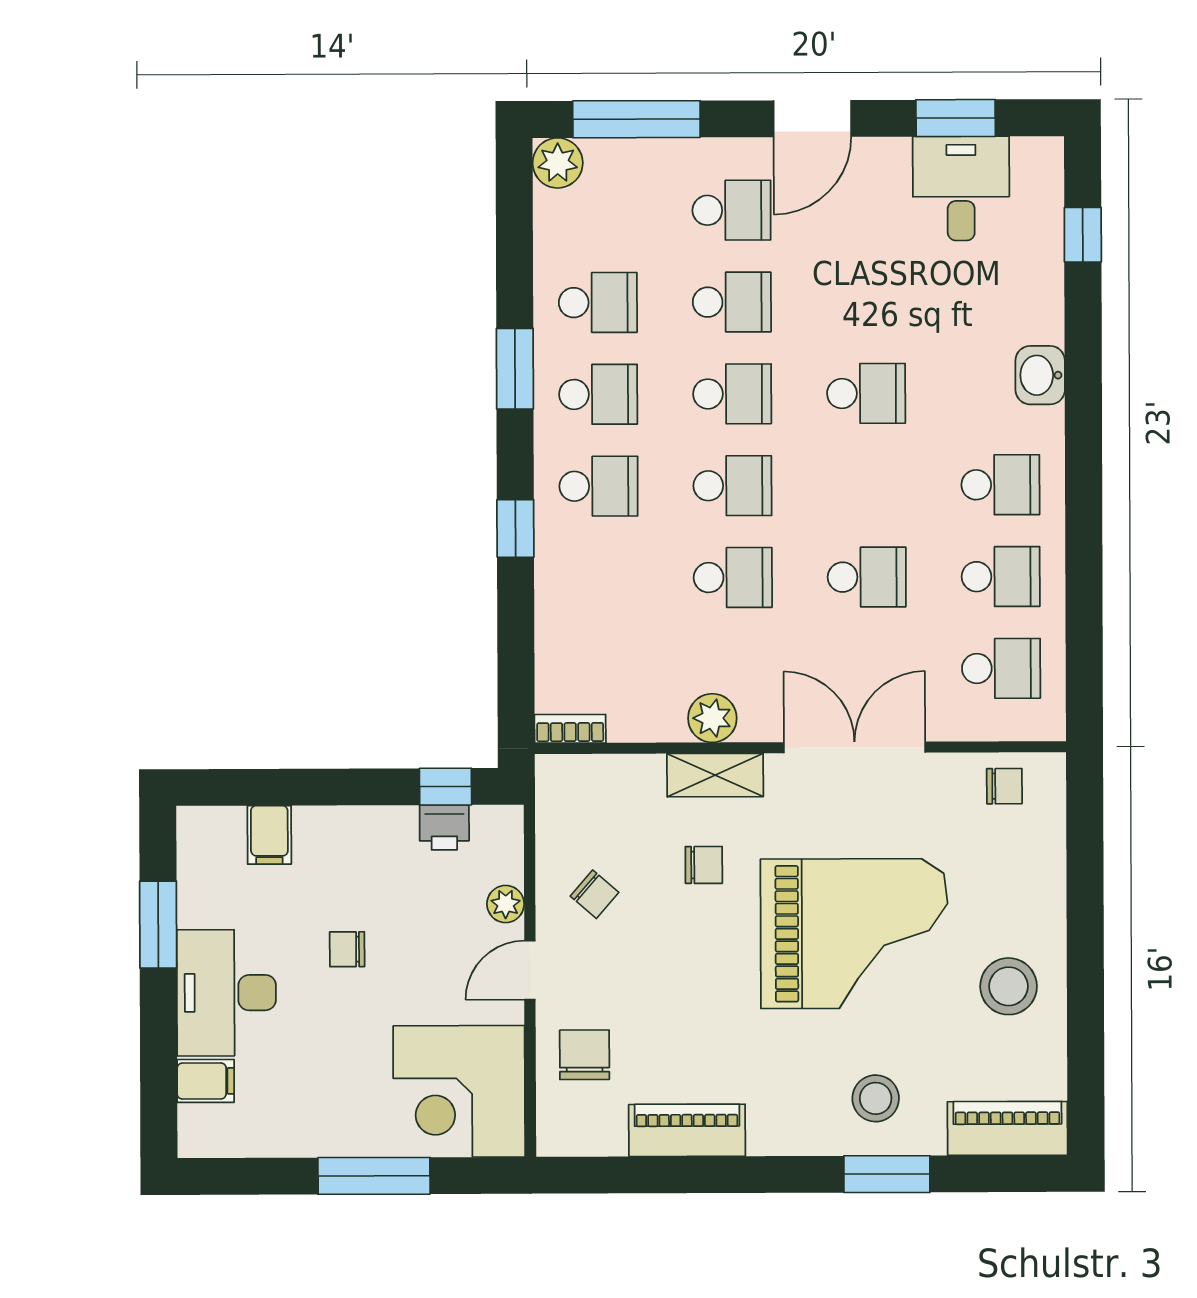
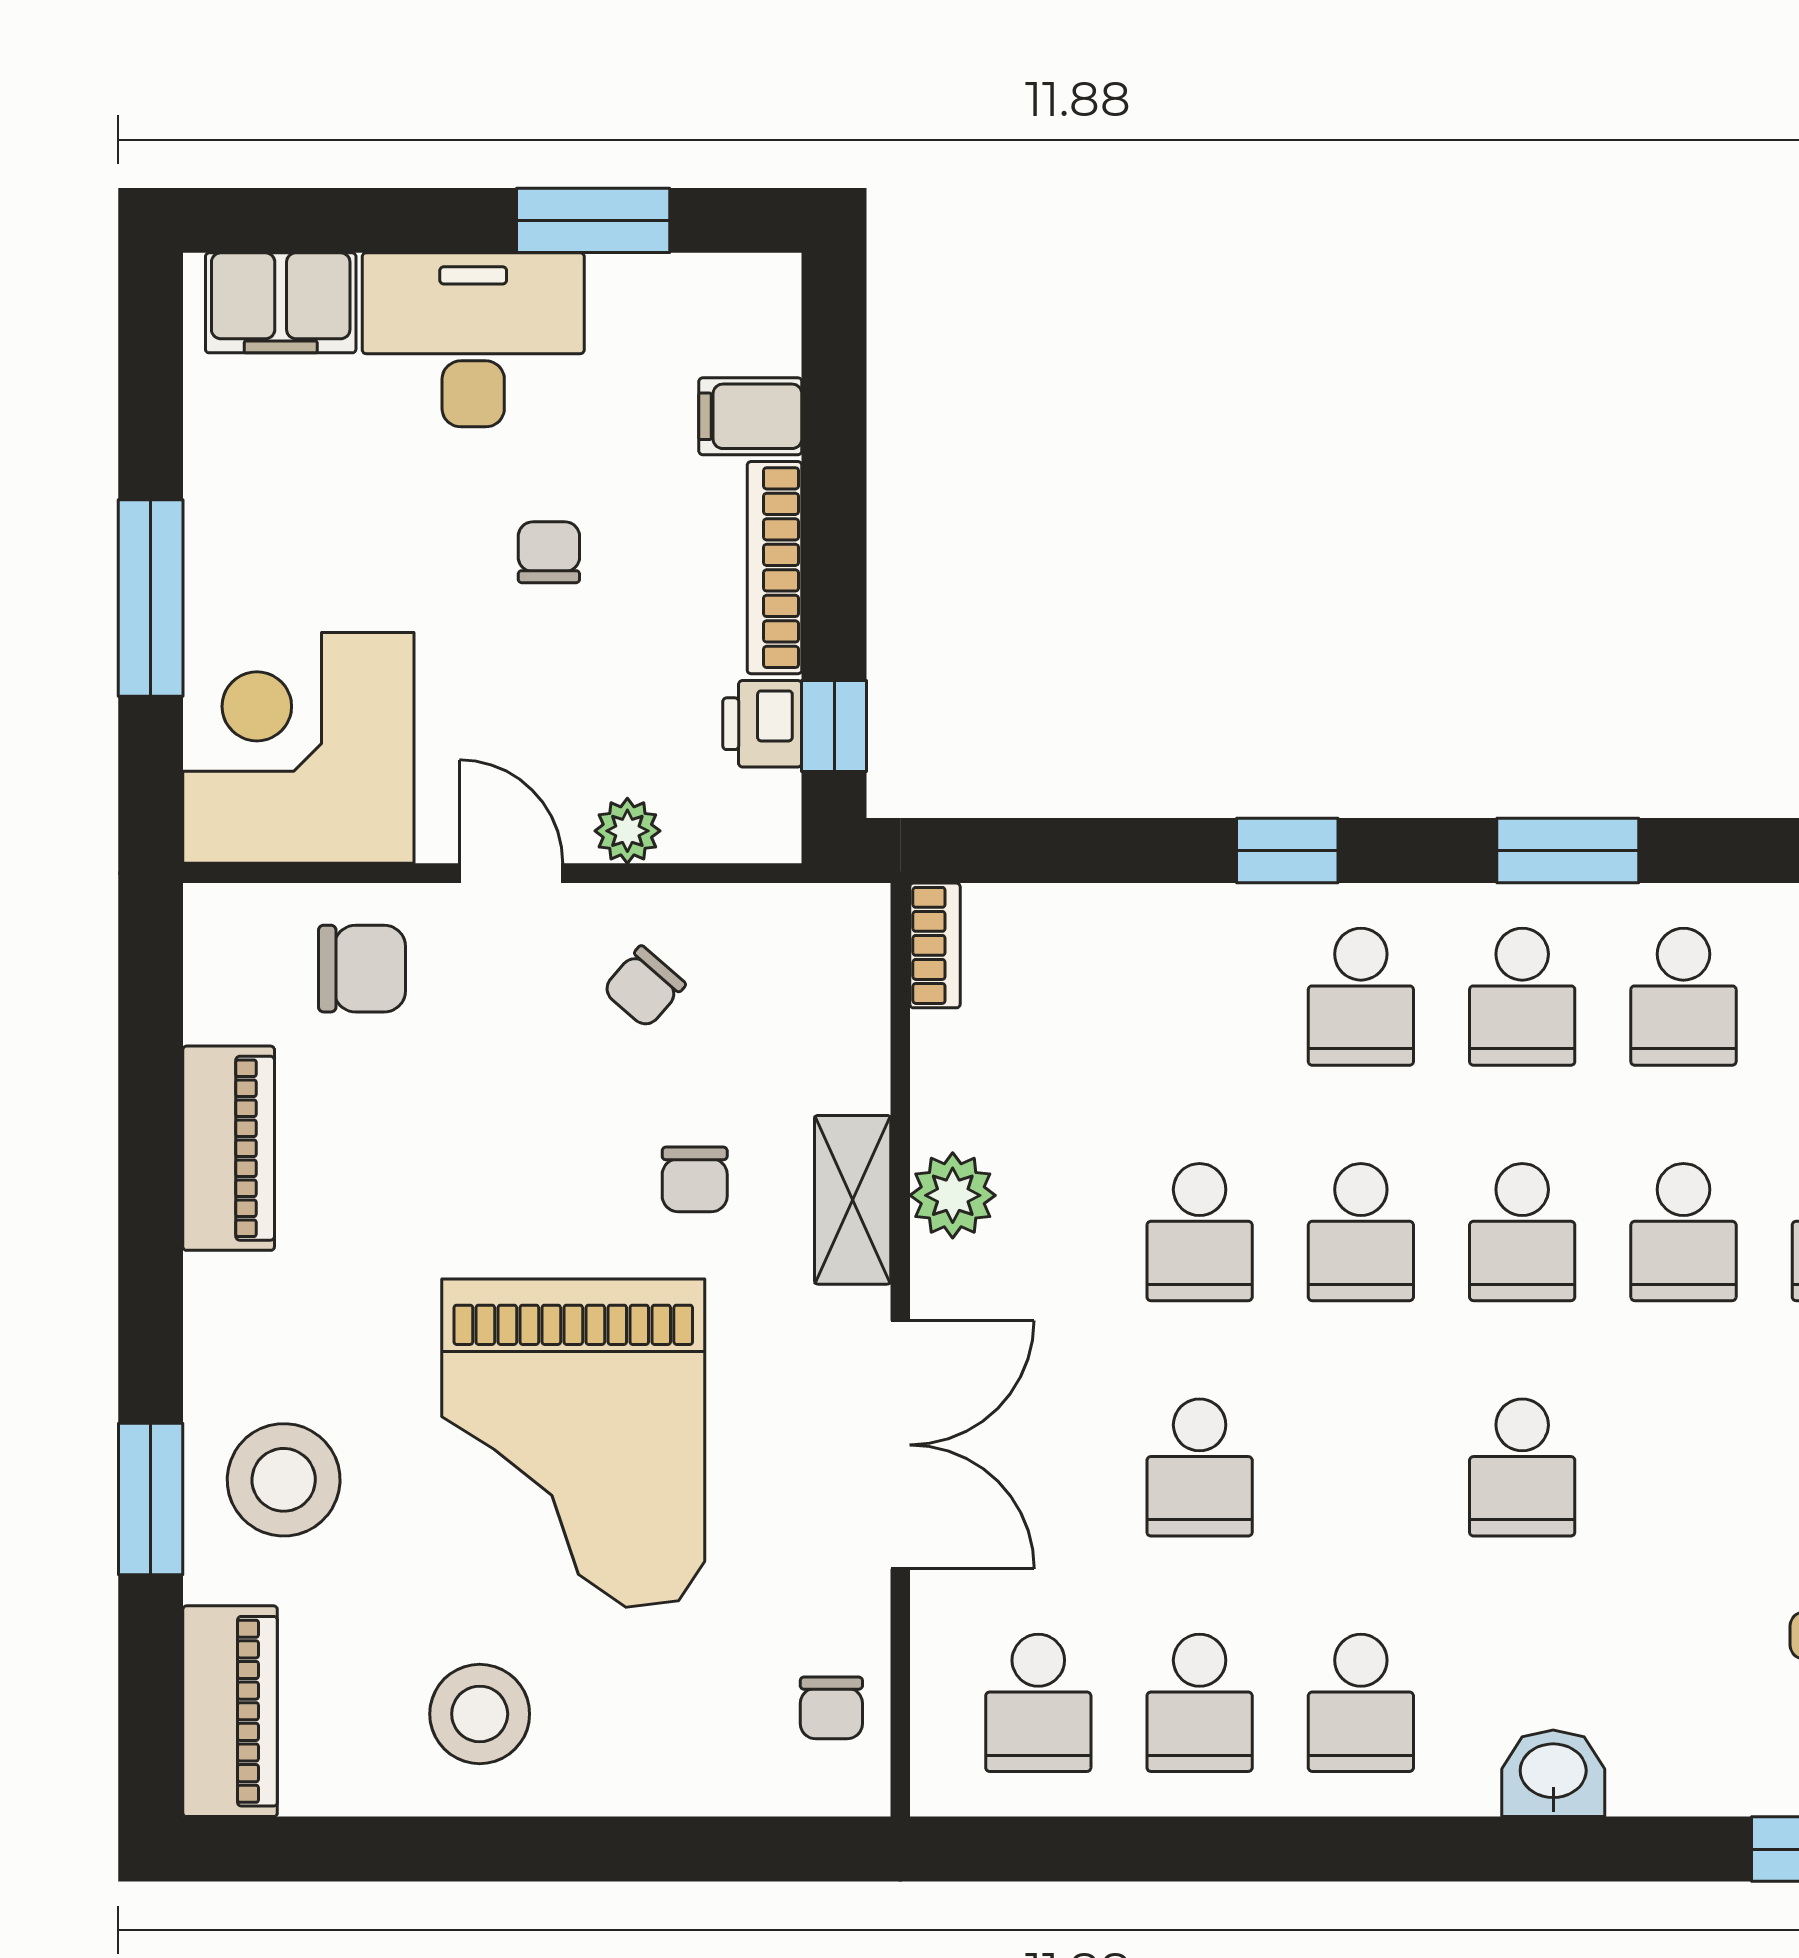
bookcase: (355, 821) -> (774, 568), added
filing cabinet: (206, 1081) -> (281, 303), width x2.00
stool: (876, 1098) -> (284, 1480), width x1.38, depth x1.38

